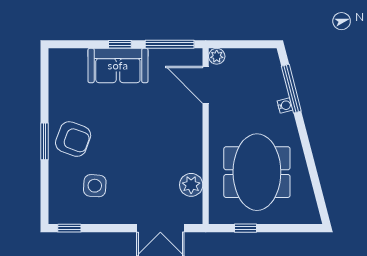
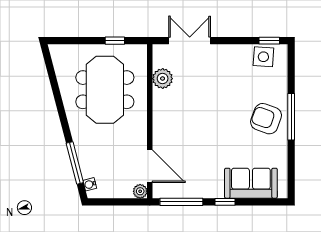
sofa: (118, 65) -> (251, 183), moved
water cooler: (285, 105) -> (90, 184), moved
window: (45, 141) -> (291, 117), width x1.44
side table: (95, 186) -> (263, 57), moved

